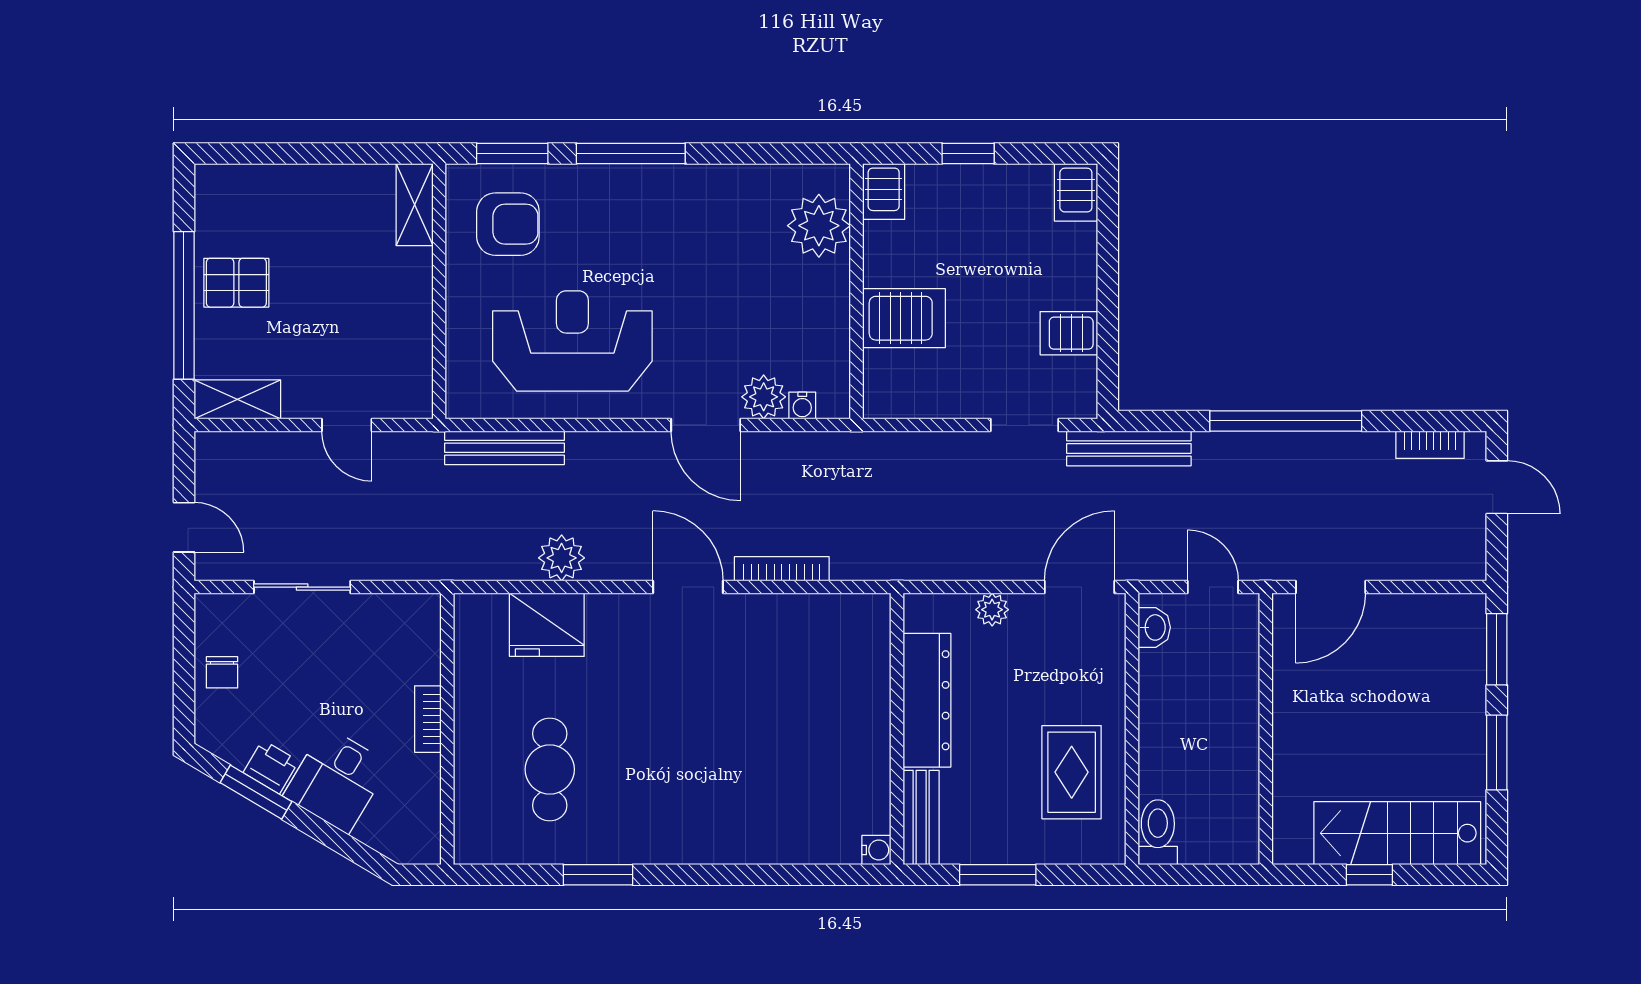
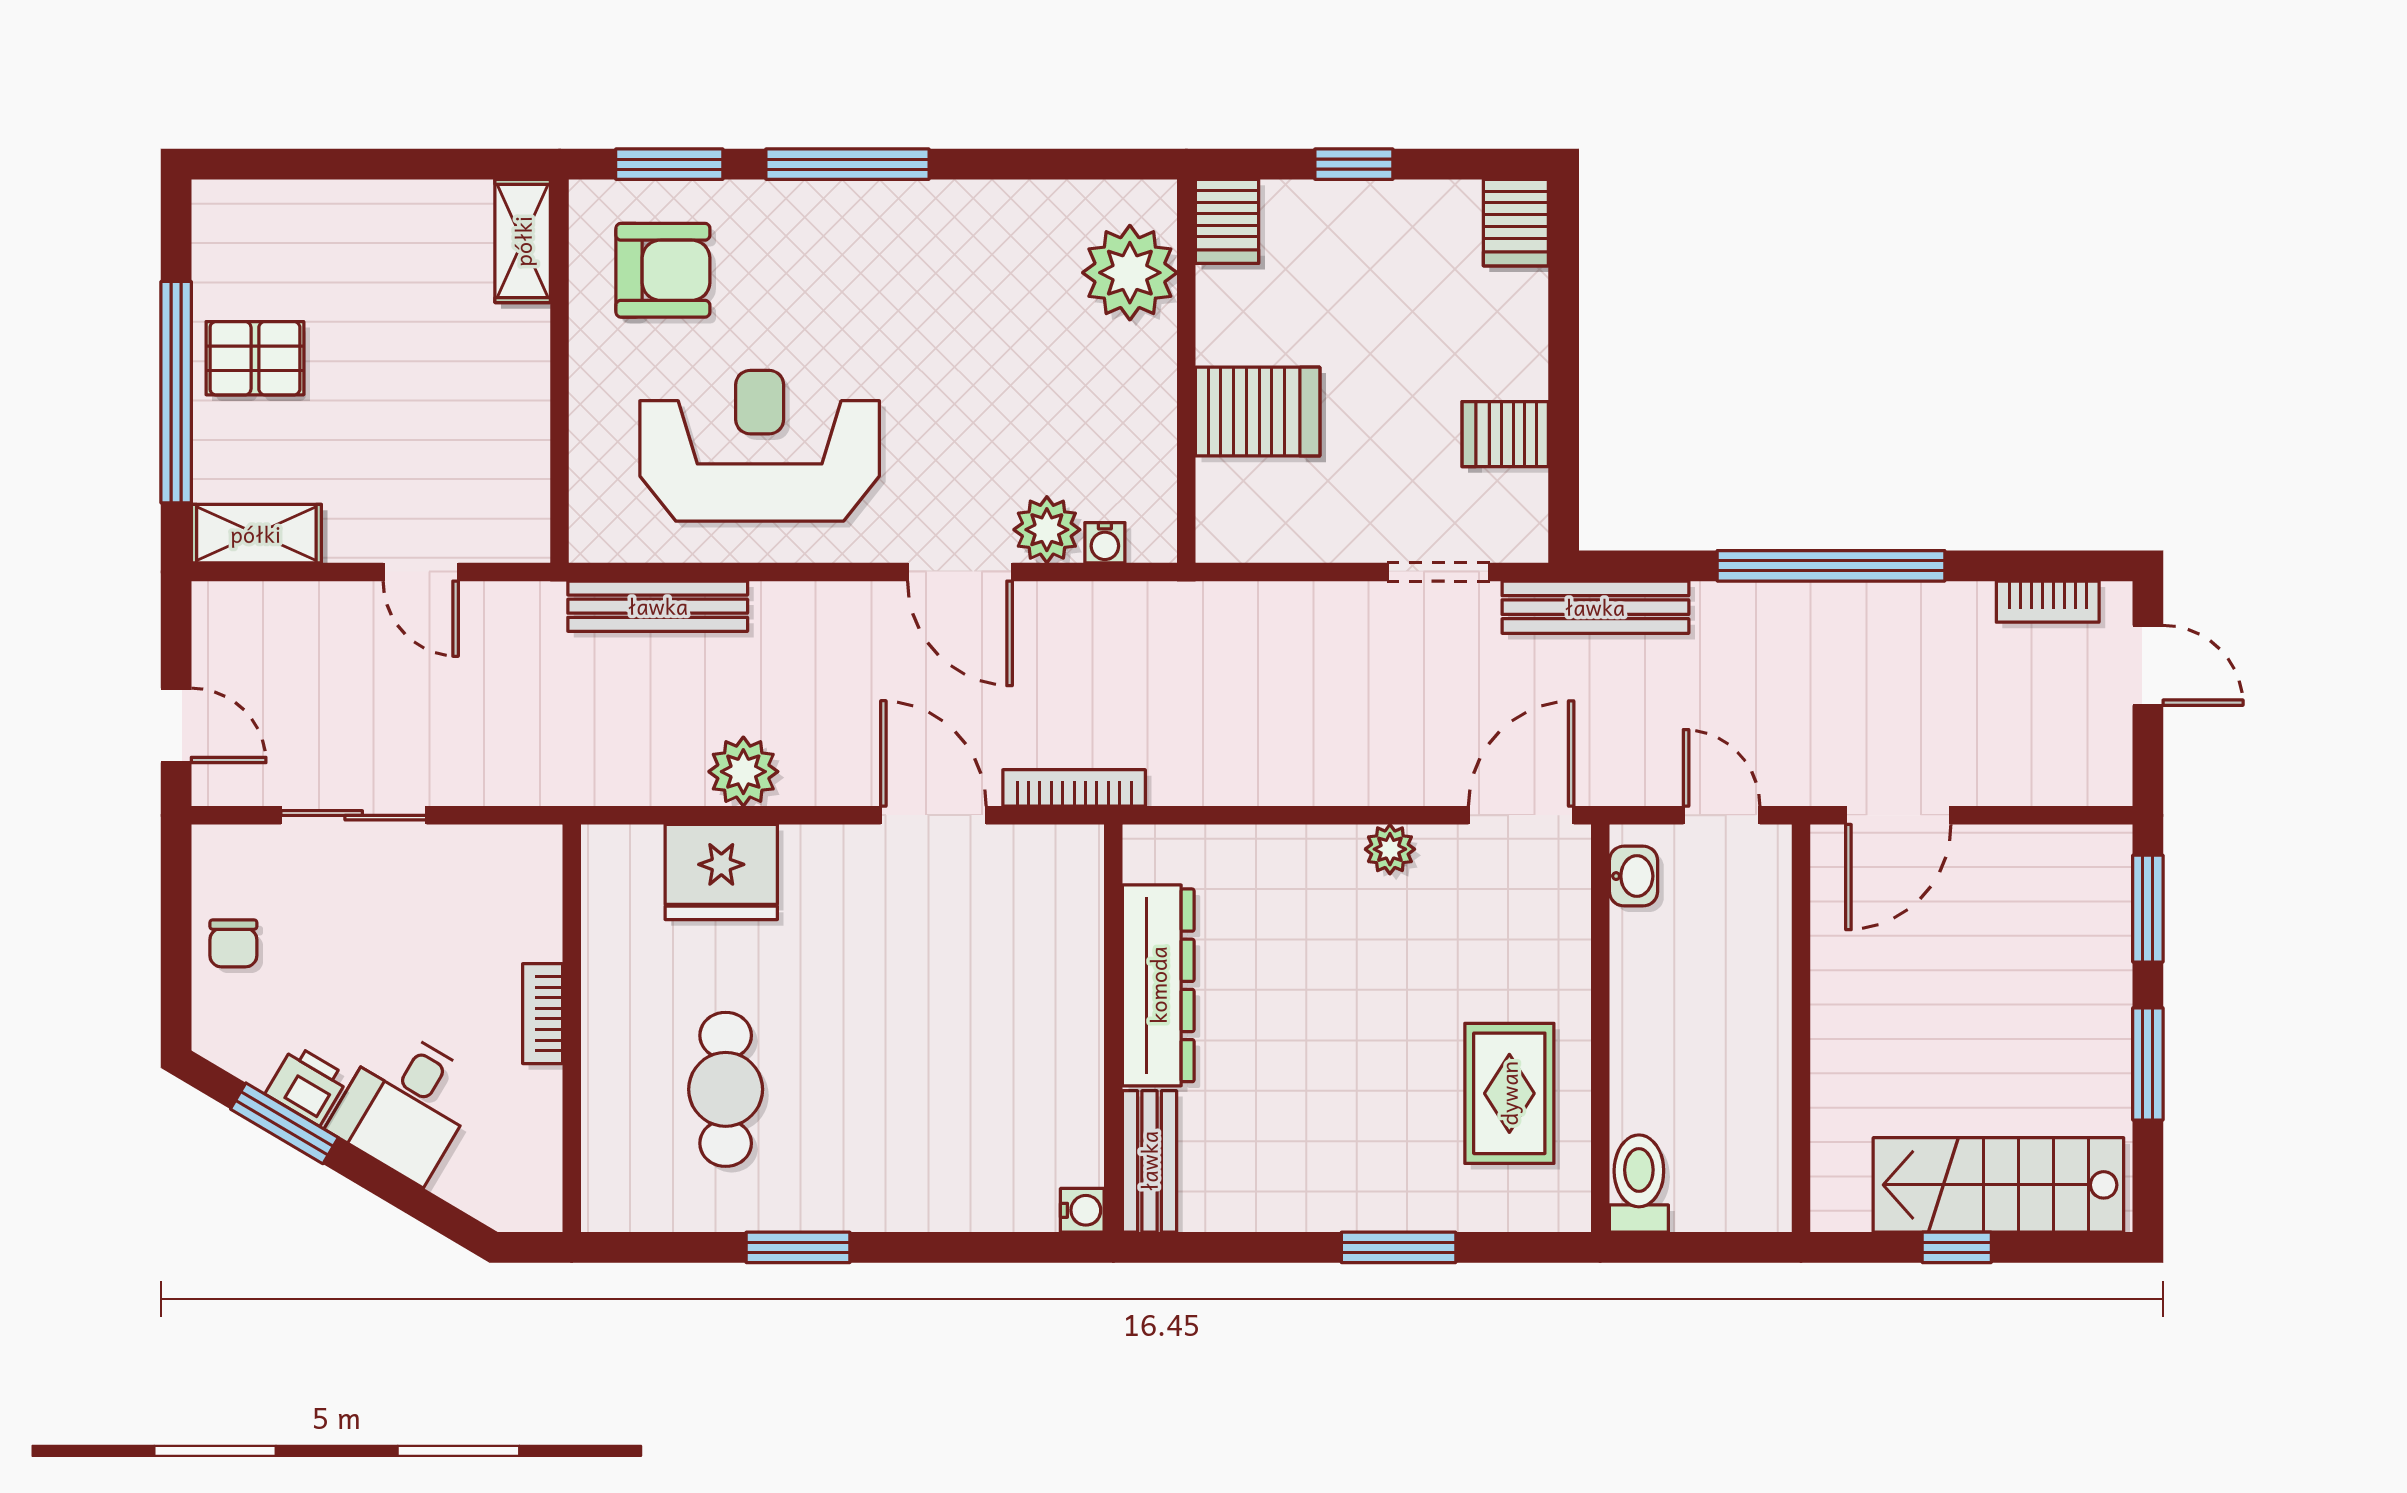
dresser: (927, 700) -> (1158, 985), moved
wall: (897, 729) -> (1113, 1028), moved
bench: (921, 817) -> (1149, 1161), moved
water cooler: (876, 850) -> (1082, 1210), moved

